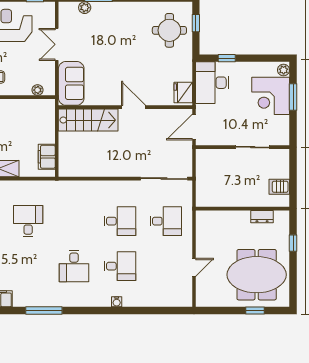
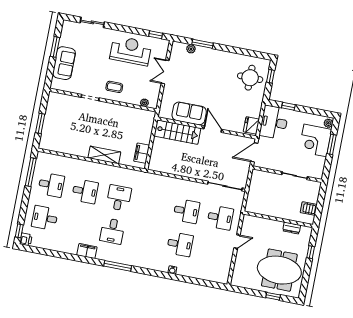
sofa: (71, 83) -> (189, 113), moved, turned -90
desk: (74, 266) -> (112, 231), moved
door: (194, 267) -> (237, 241), moved

